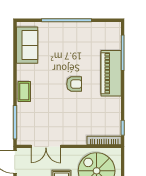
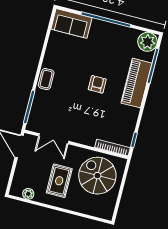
plant: (112, 31) -> (148, 42), added
sofa: (27, 45) -> (71, 23), moved, turned 90
armchair: (74, 84) -> (97, 84), turned -90

